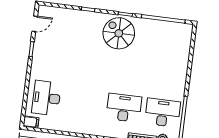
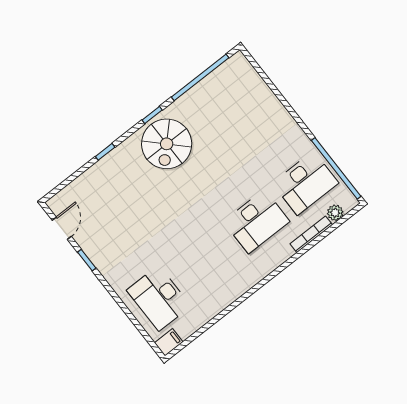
spiral stairs: (119, 33) -> (167, 144), turned -90
desk: (124, 108) -> (257, 221), turned 180
desk: (163, 113) -> (305, 183), turned 180

